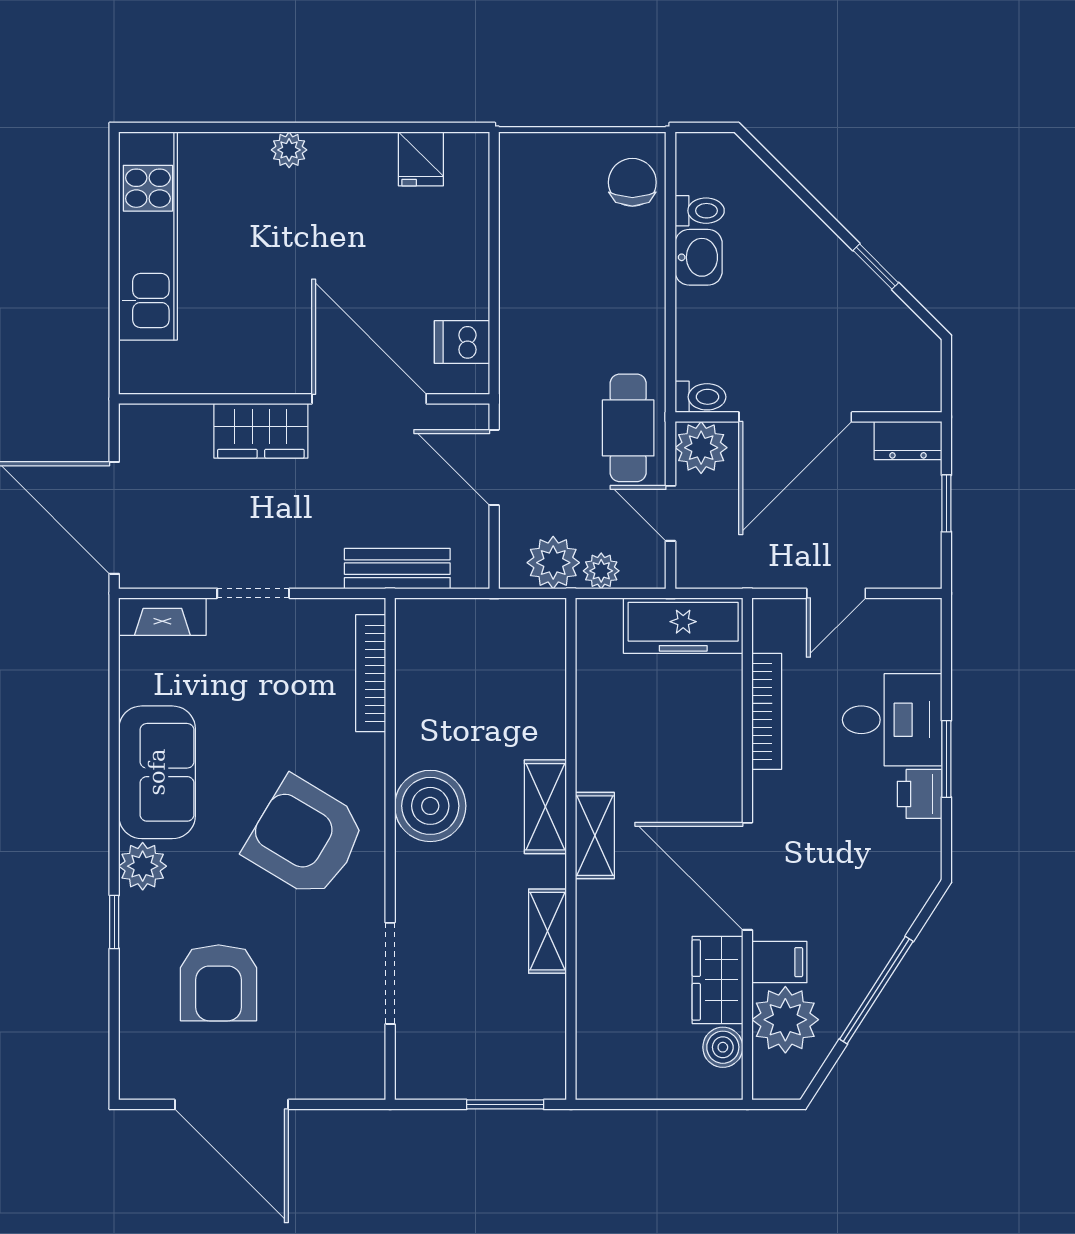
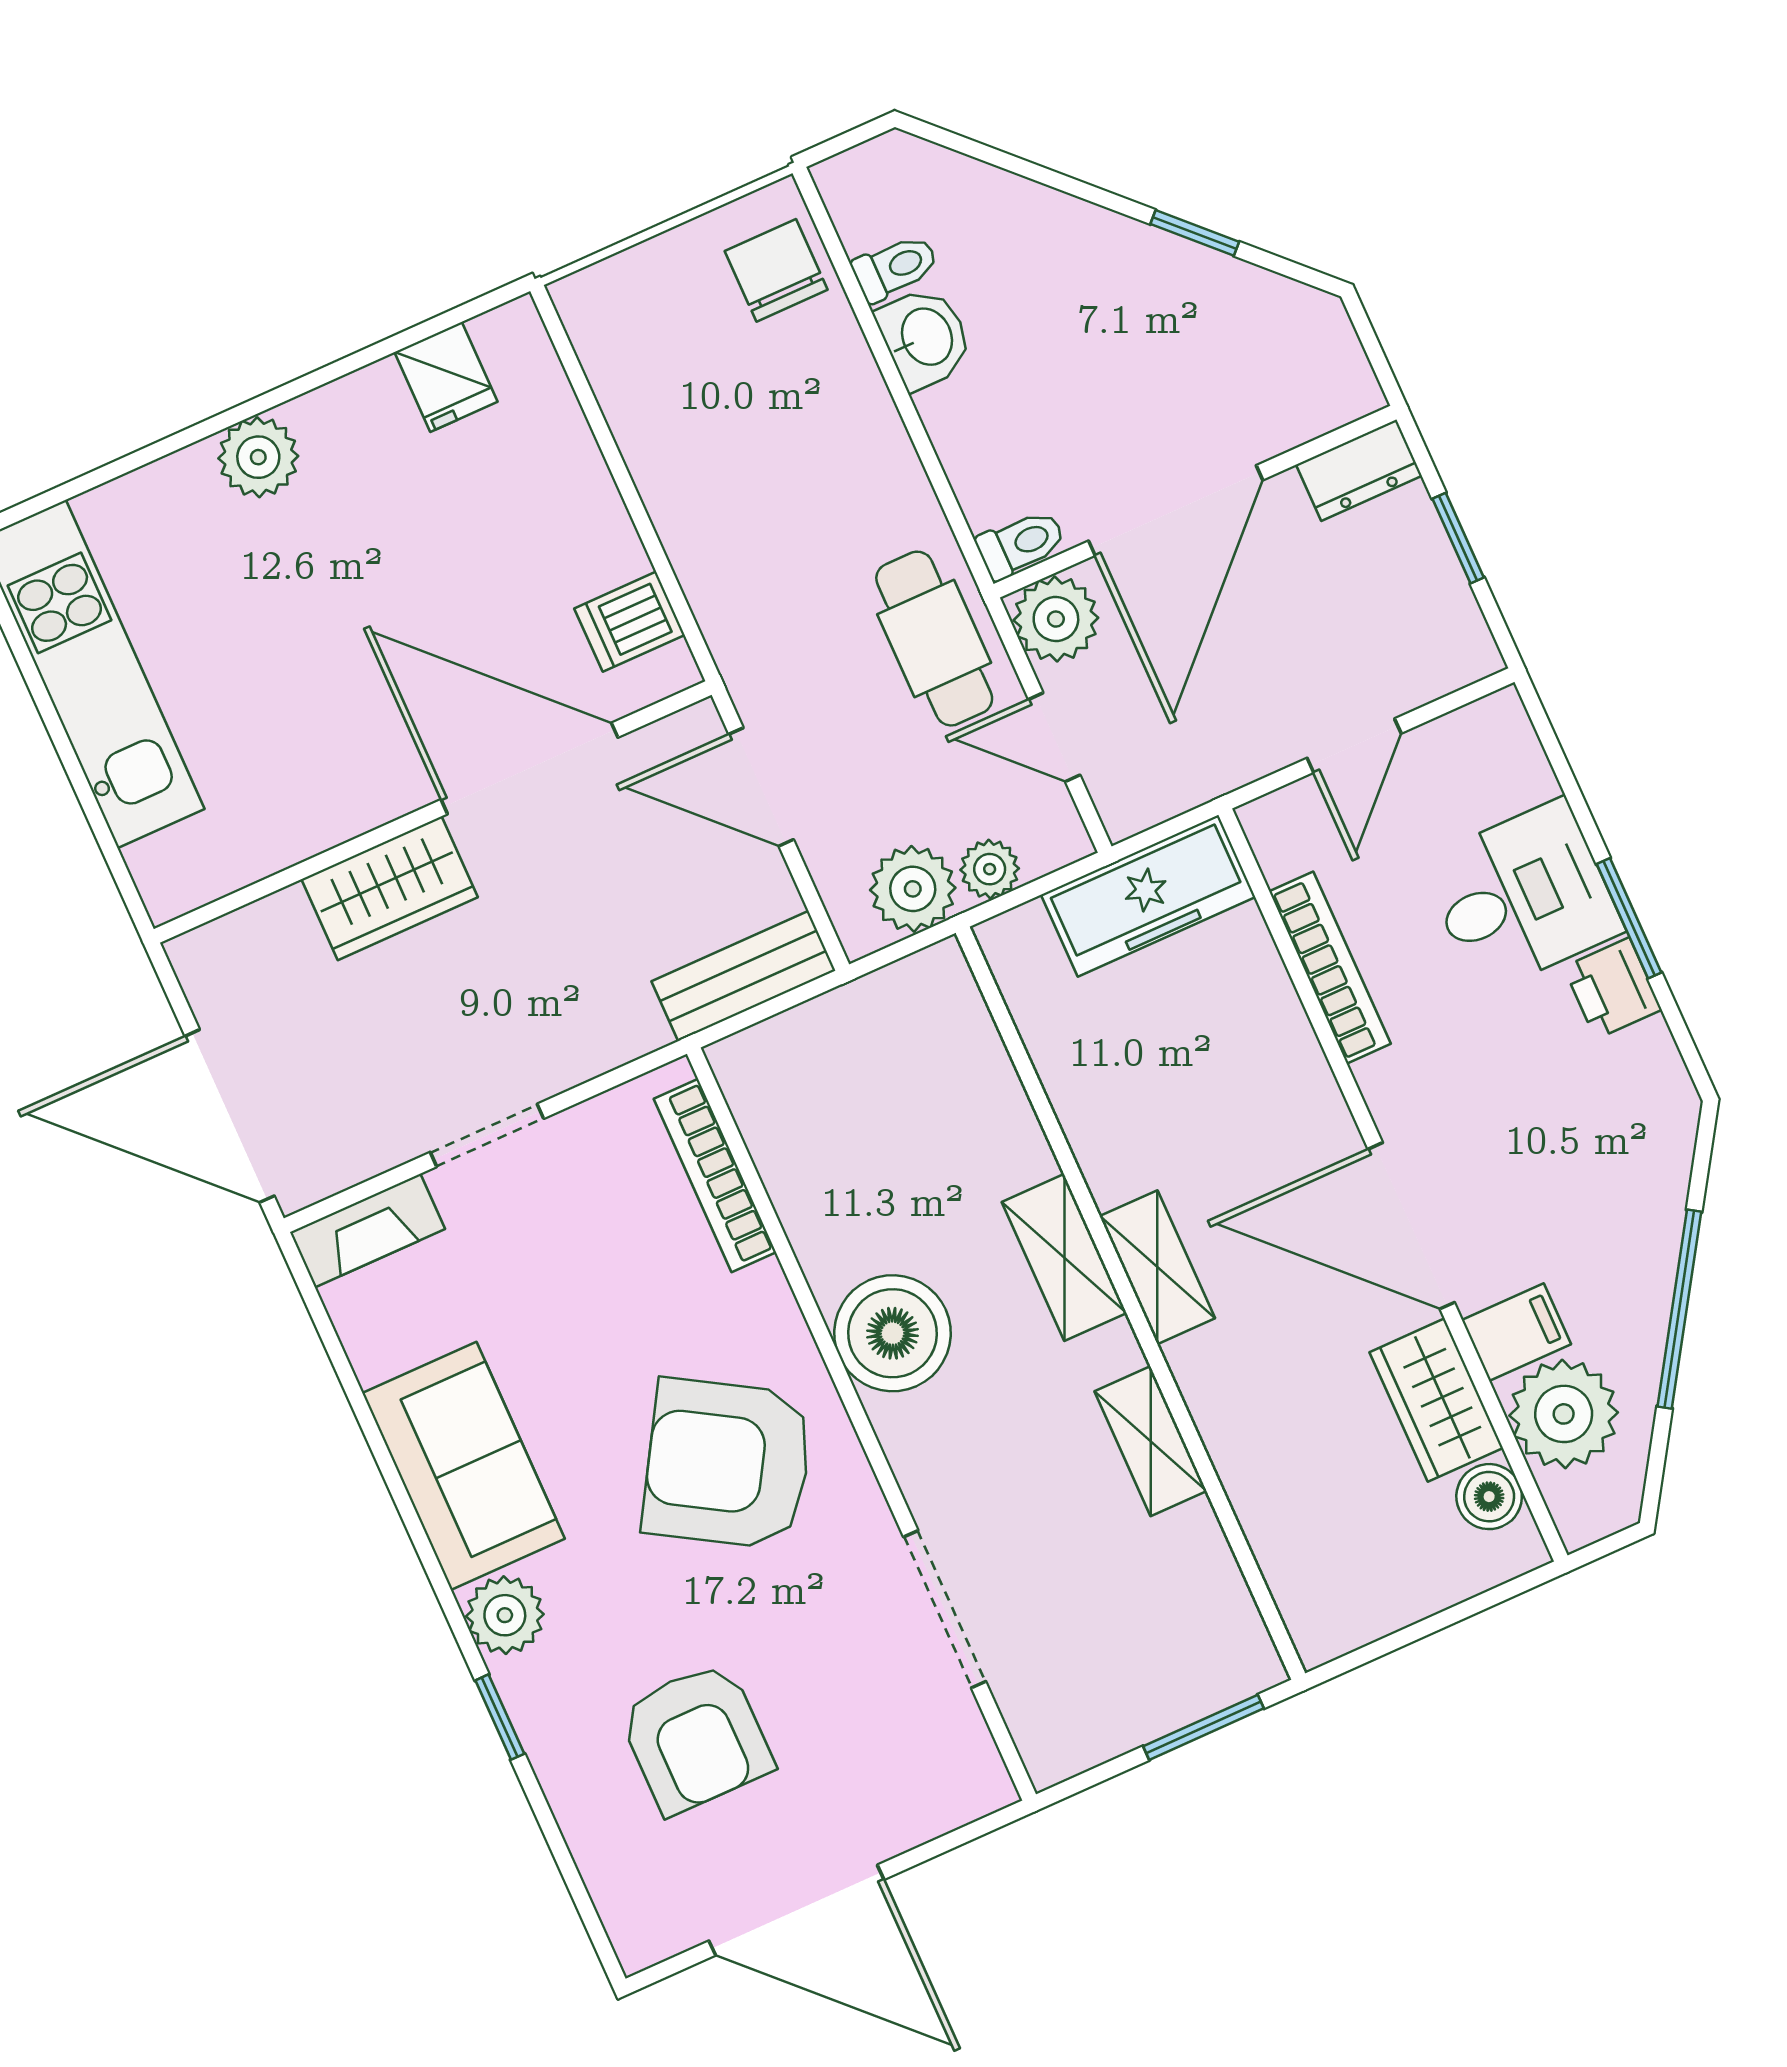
plant: (289, 150) -> (258, 457), width x1.38, depth x1.38
bench: (397, 569) -> (743, 976), moved

